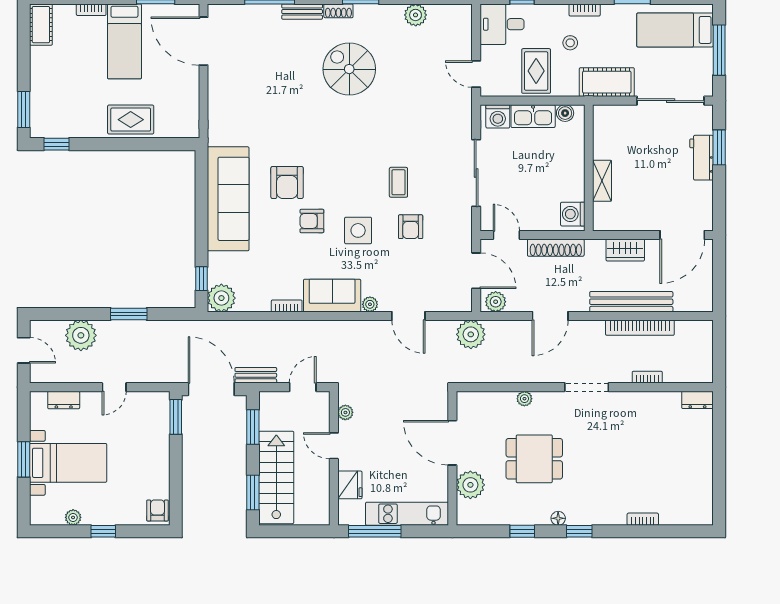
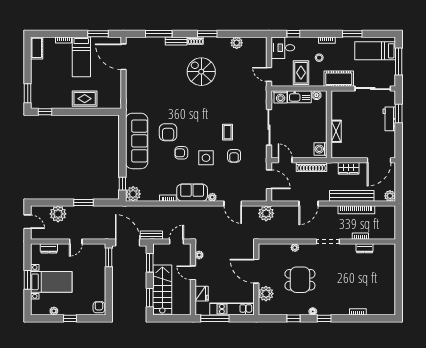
plant: (496, 302) -> (390, 196), moved
dresser: (697, 400) -> (365, 248), moved

